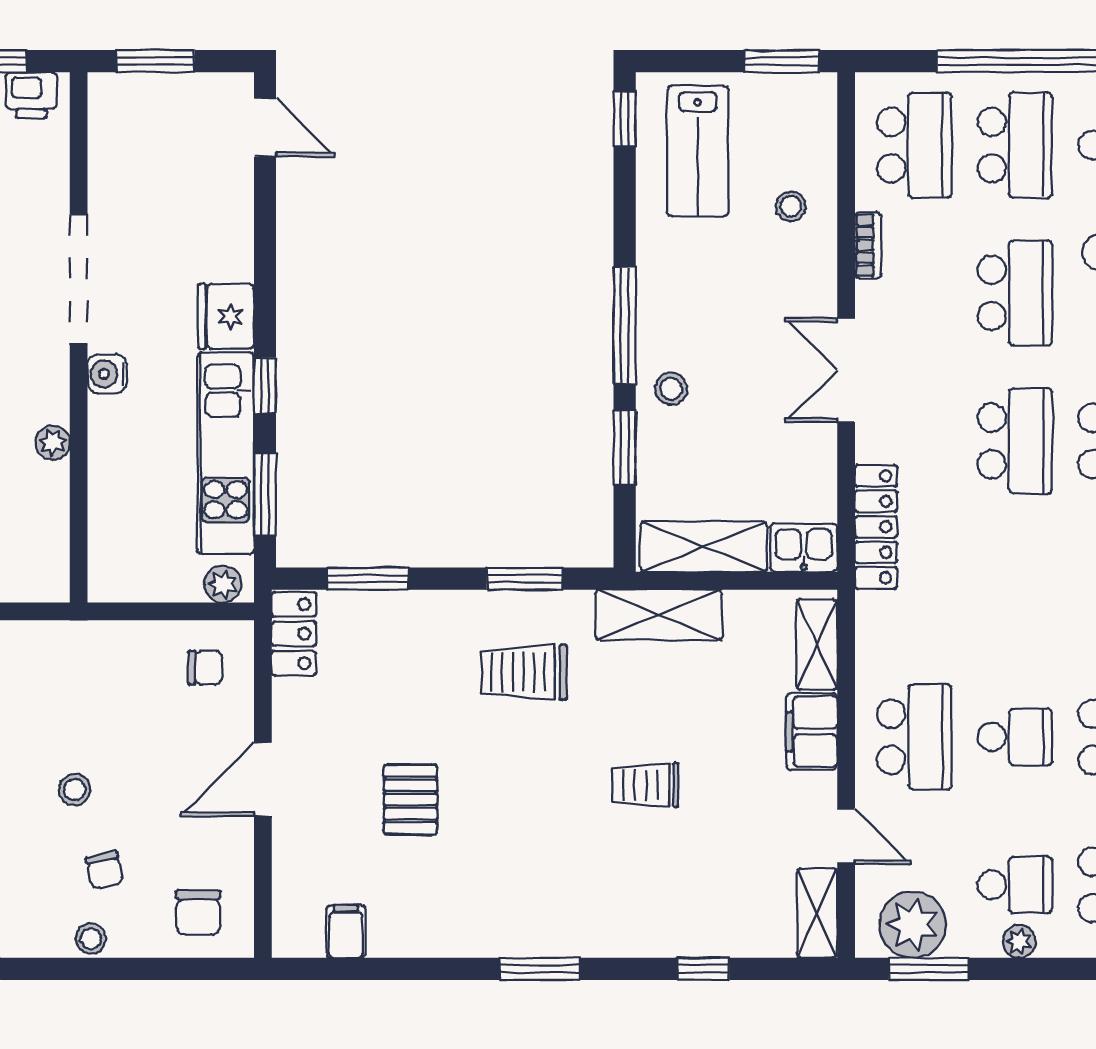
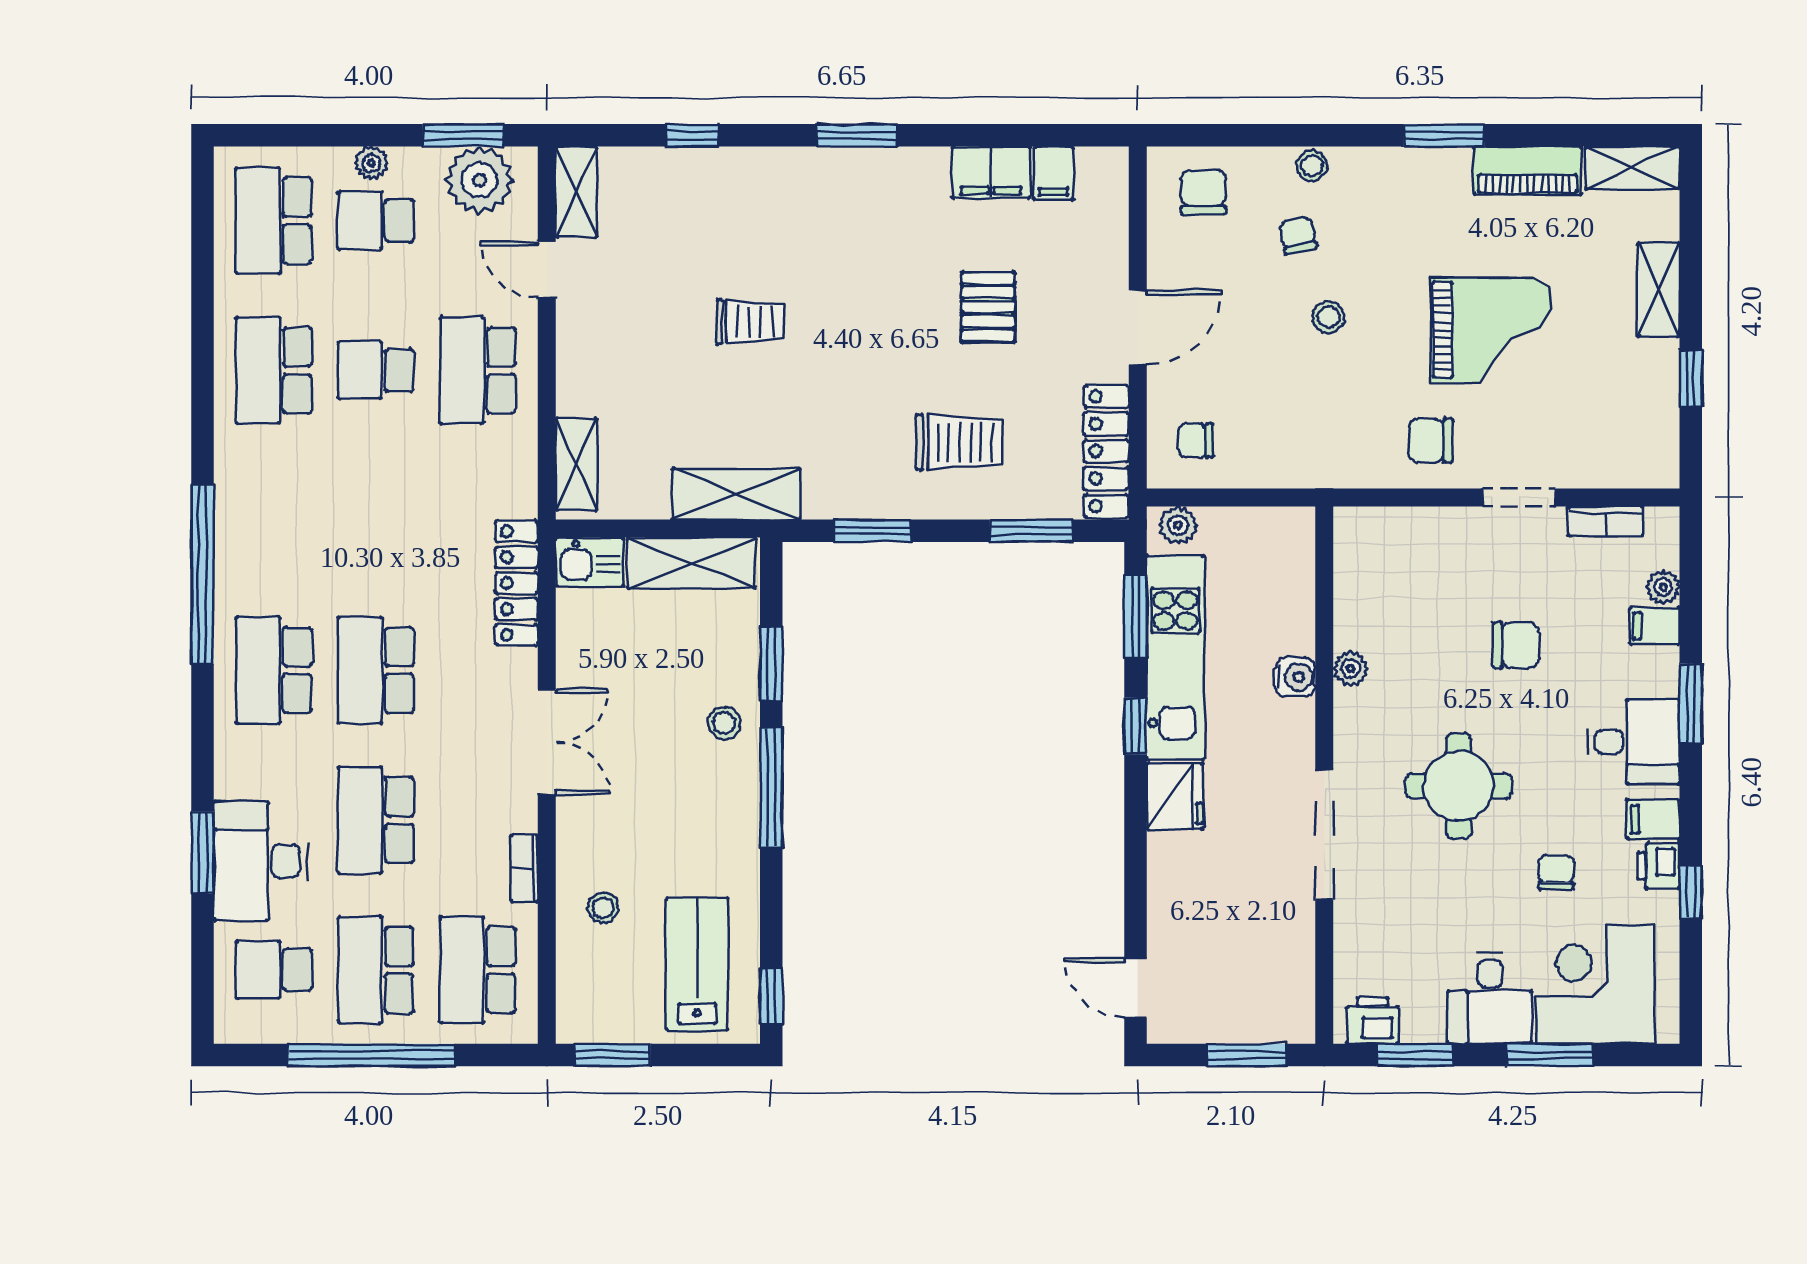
water cooler: (107, 374) -> (1295, 677), moved
locker: (294, 634) -> (1106, 451), width x1.53
trolley: (524, 672) -> (959, 442), moved
filing cabinet: (812, 732) -> (991, 172), moved, turned 90

